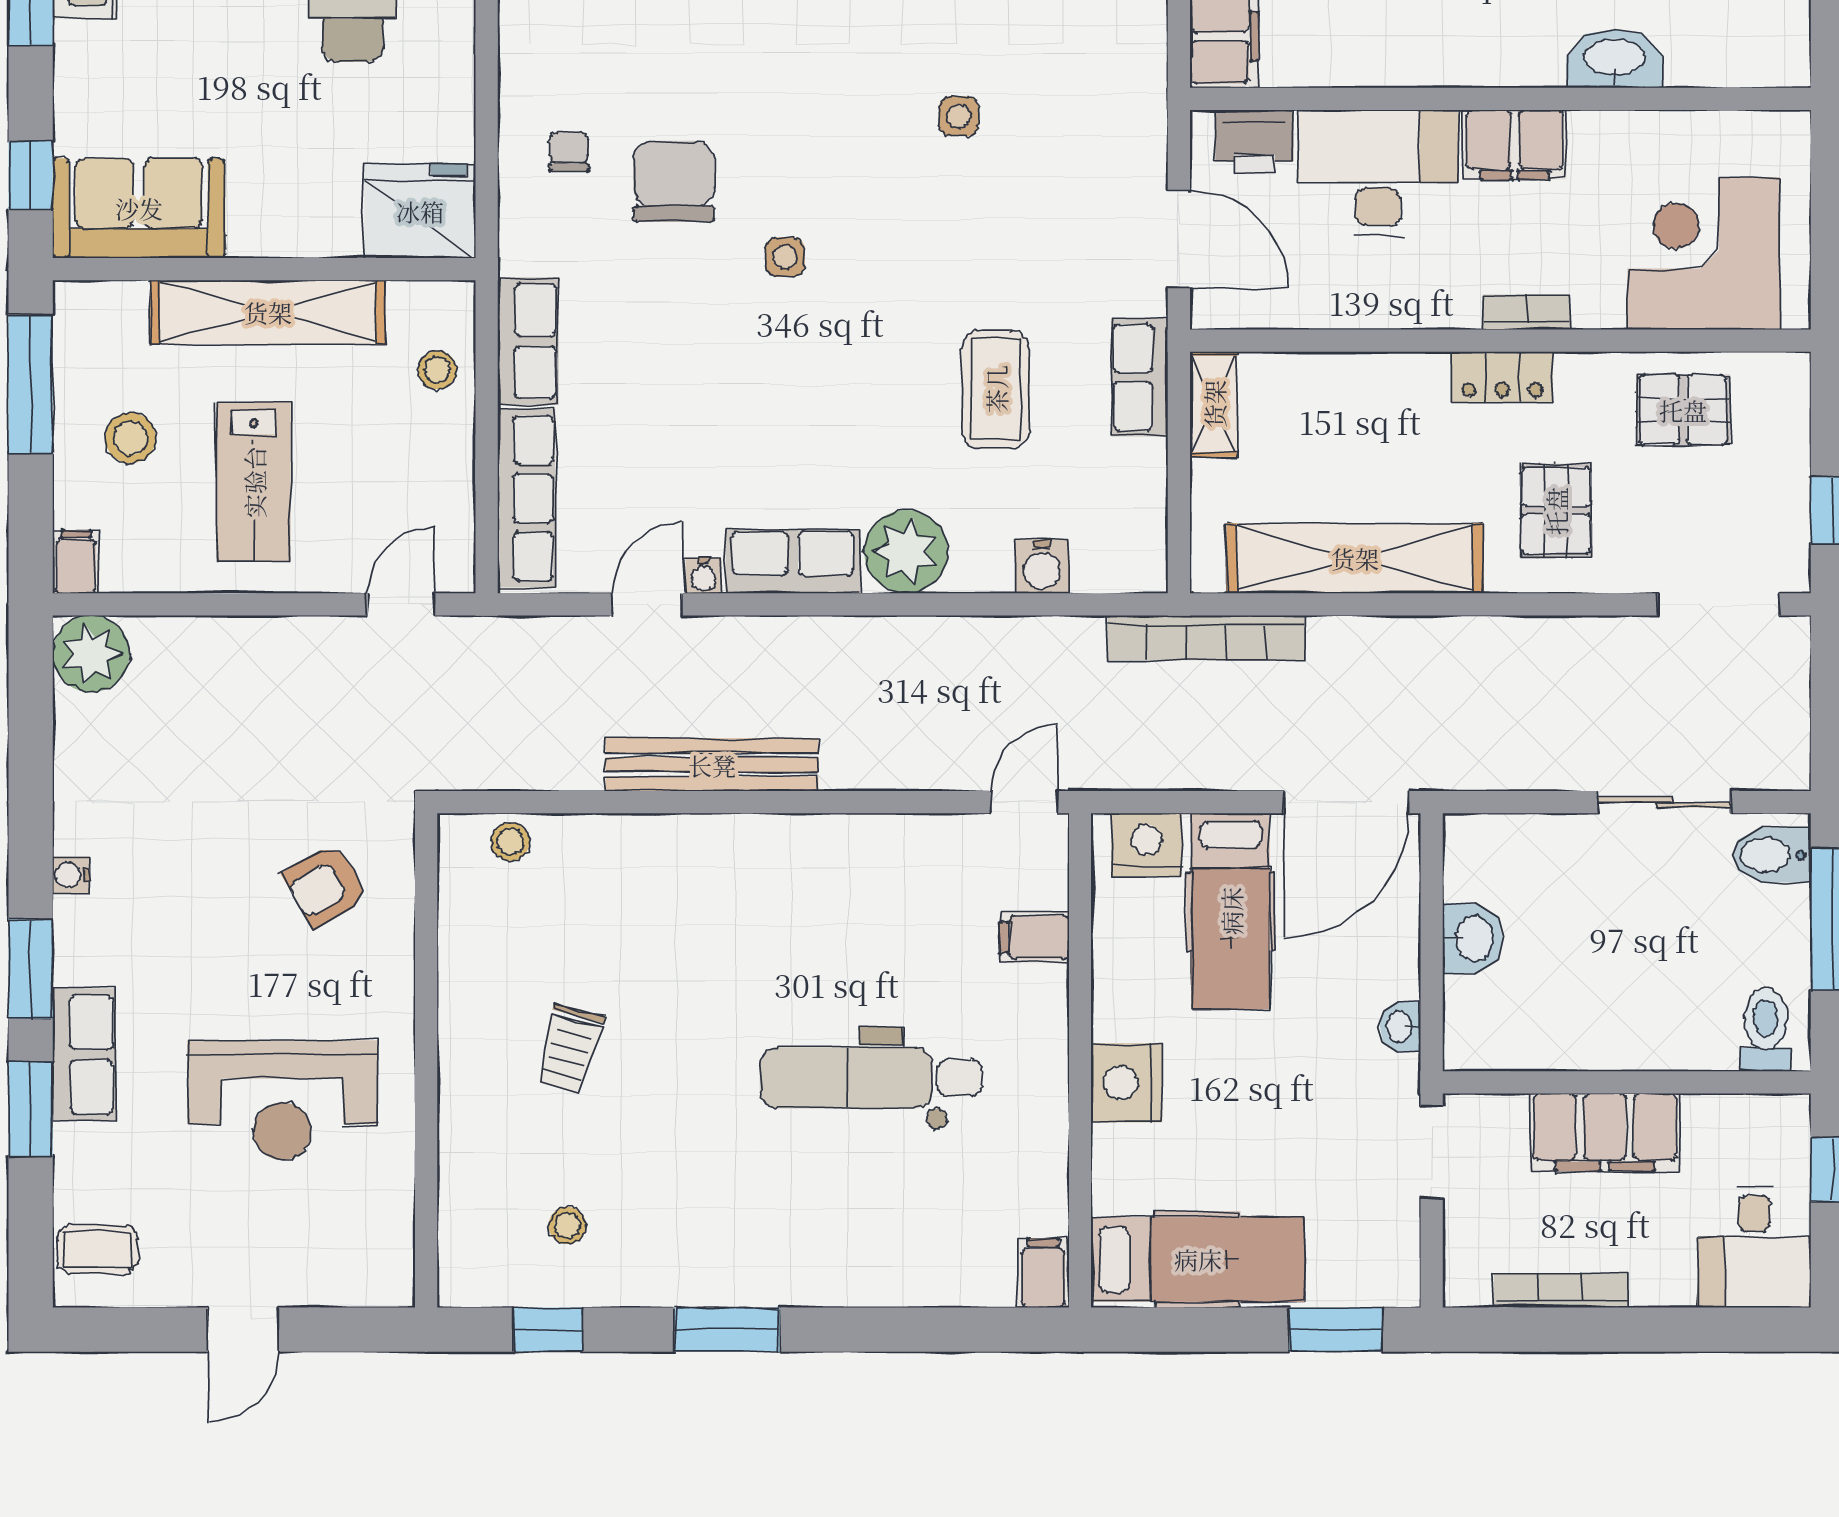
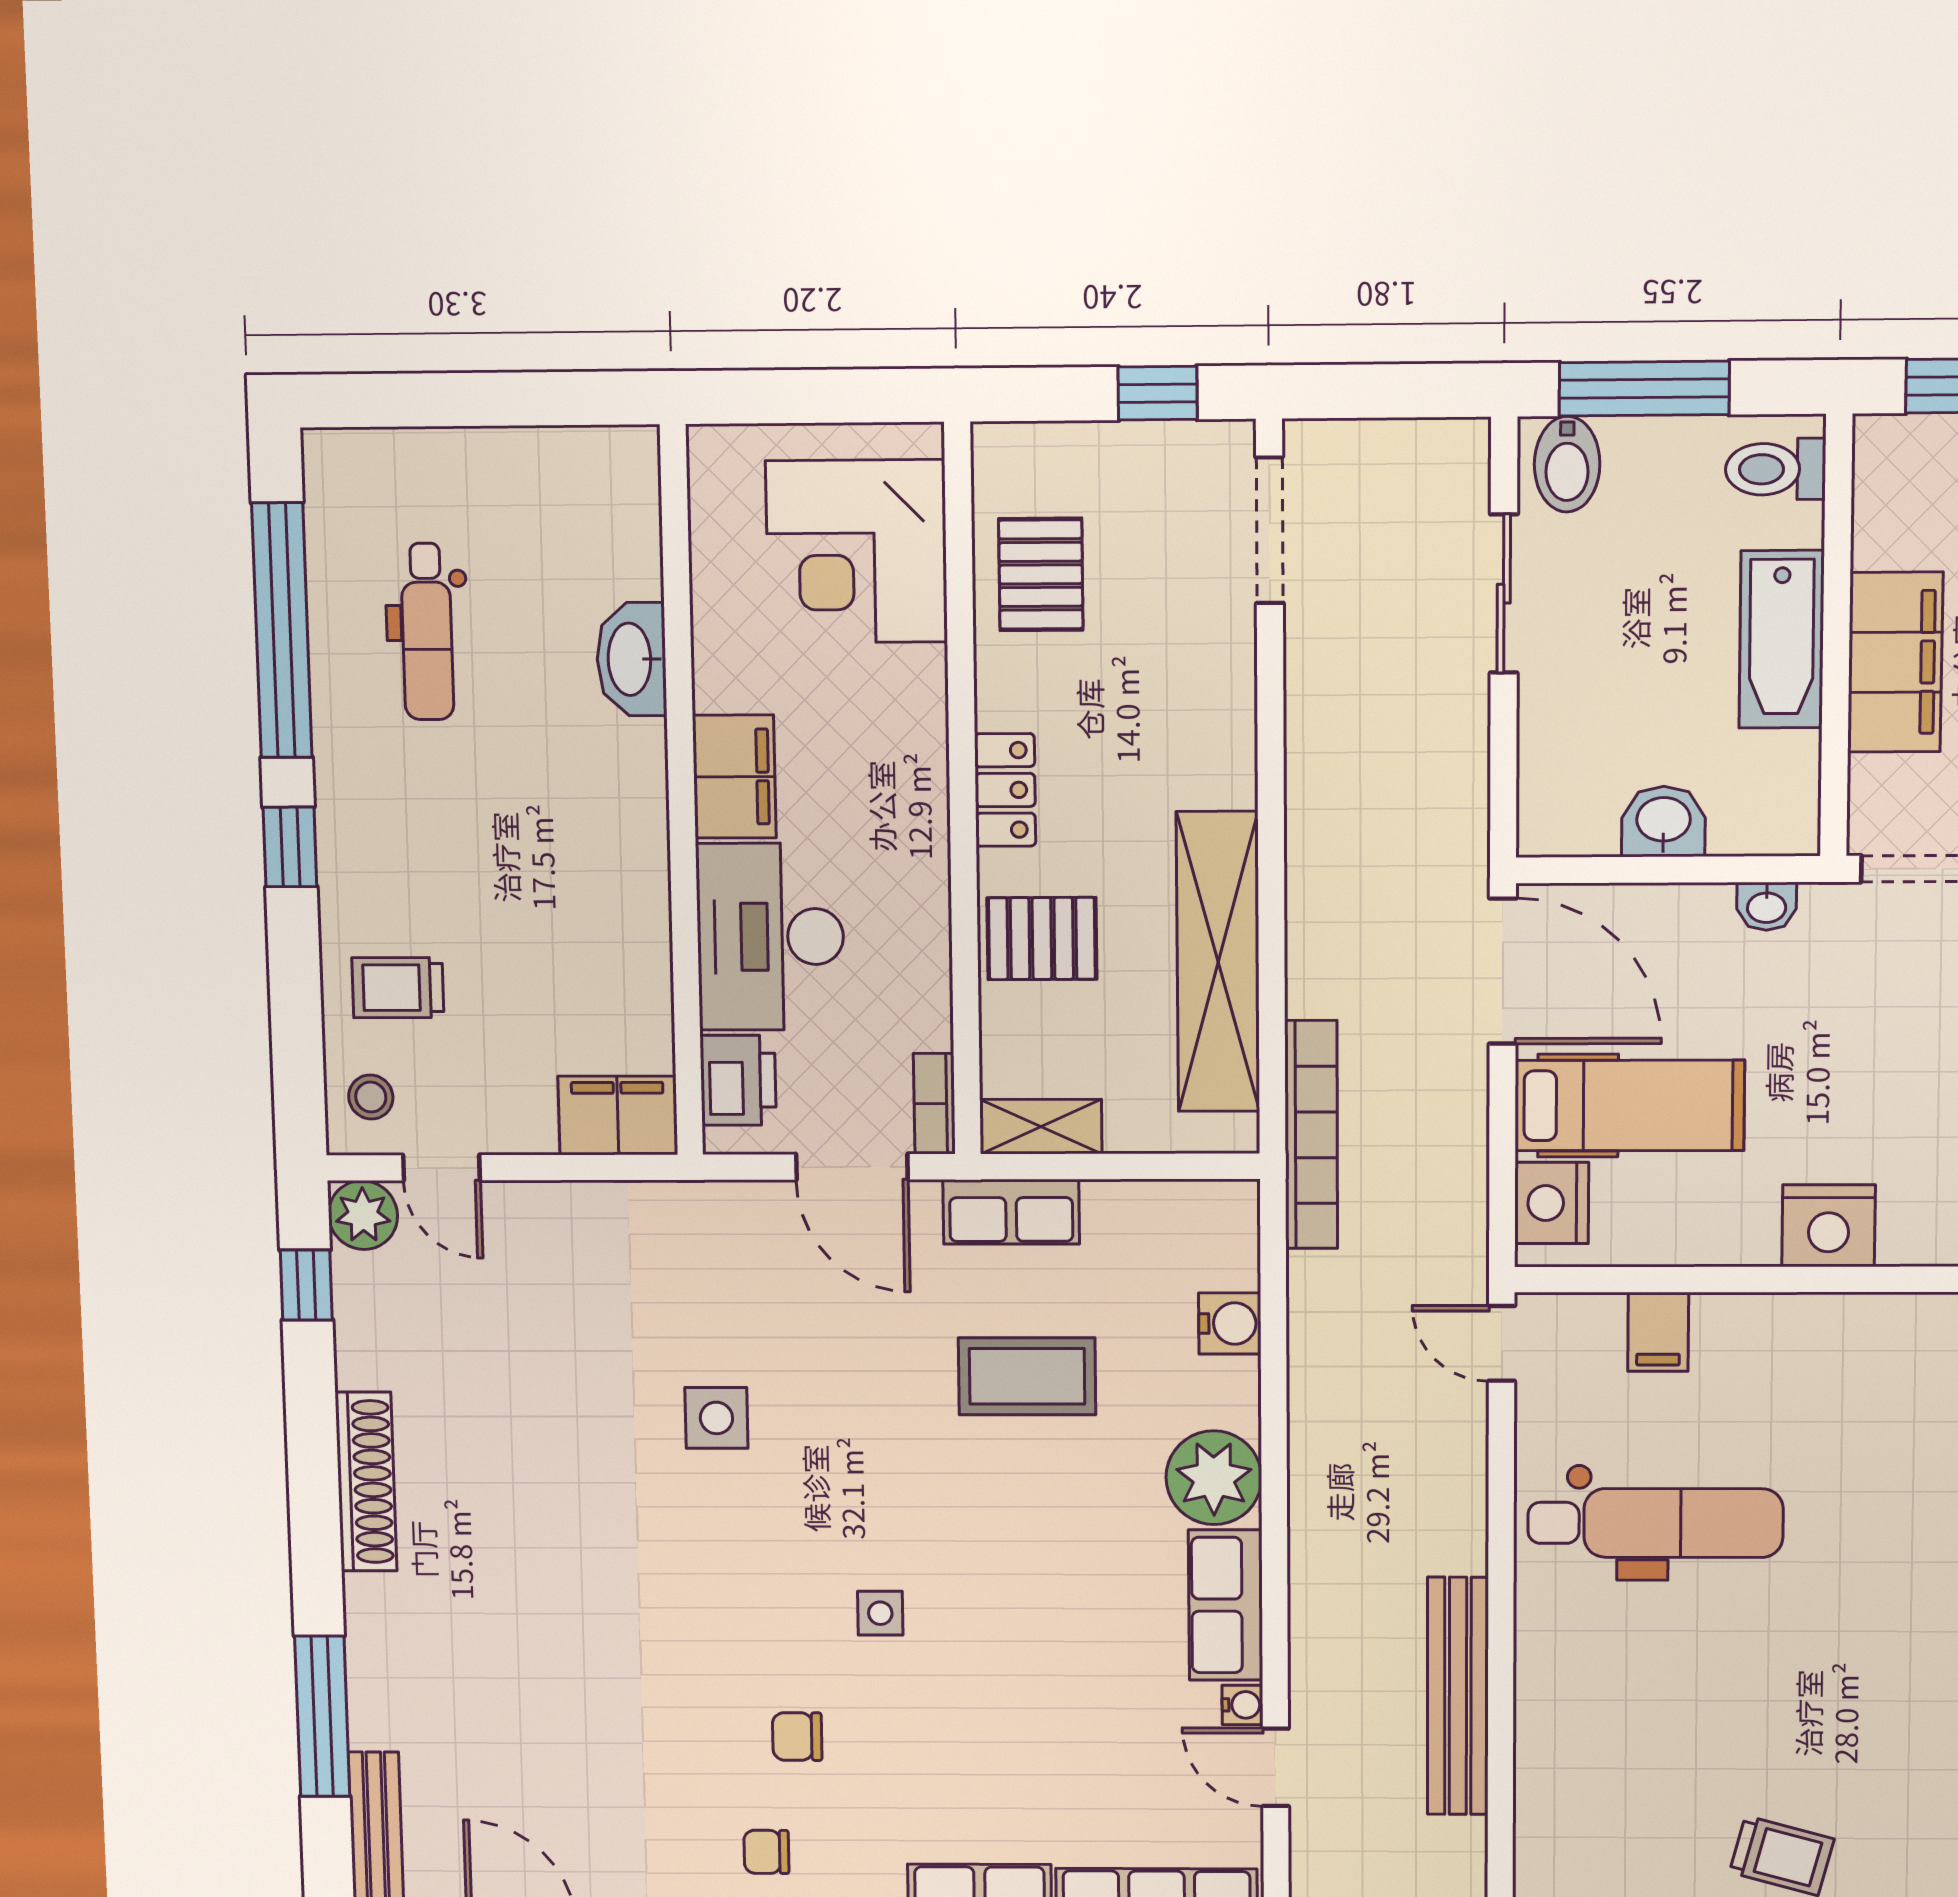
side table: (959, 116) -> (716, 1418), width x1.37, depth x1.37
chair: (674, 181) -> (797, 1737), width x0.54, depth x0.54
door: (1179, 239) -> (852, 1167), swing flipped
bookcase: (1526, 312) -> (934, 1104), moved
pallet: (1556, 511) -> (1042, 939), moved
bathtub: (1625, 1036) -> (1782, 639), added
dental chair: (871, 1078) -> (1655, 1523), moved, turned -90

